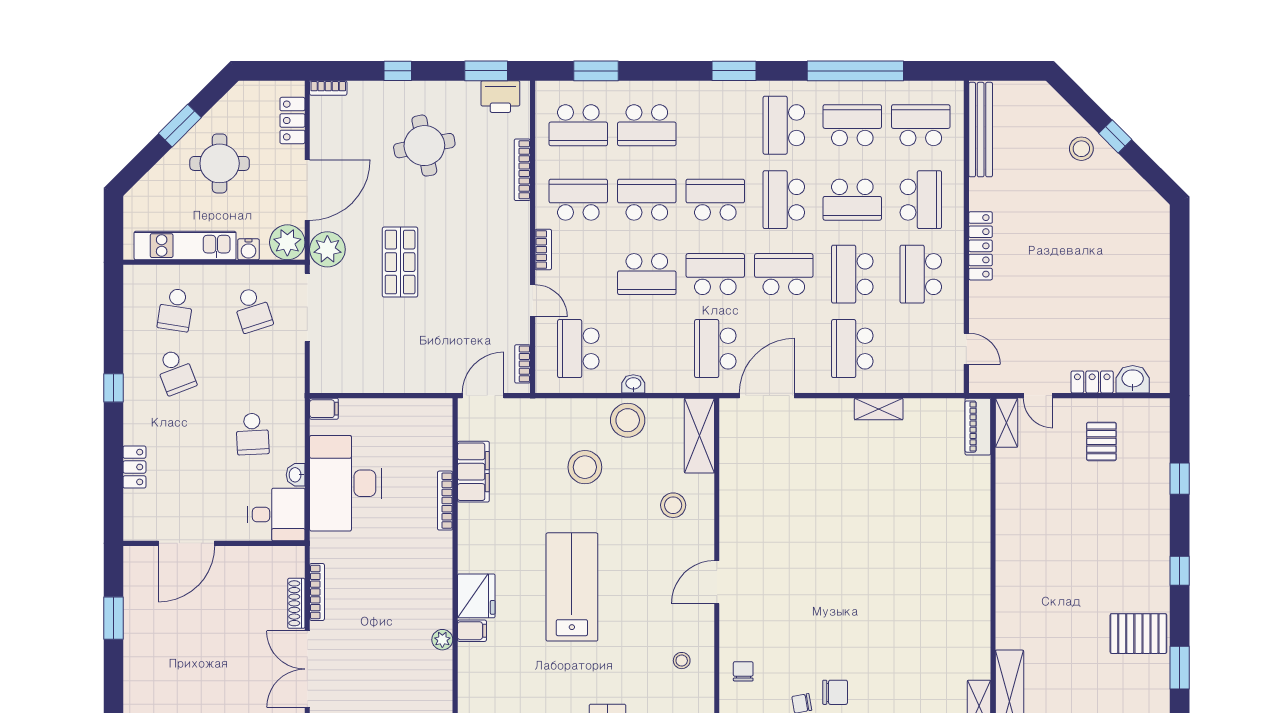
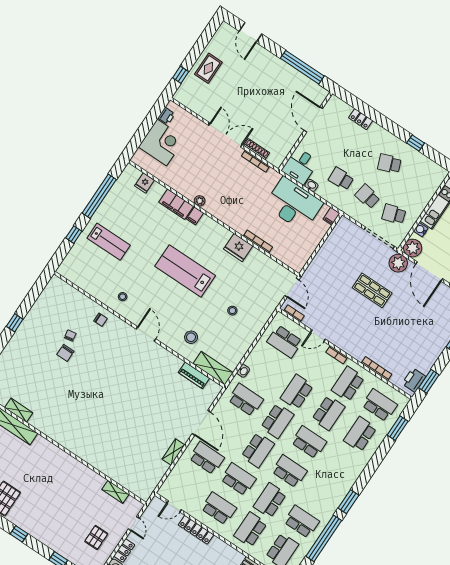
window: (734, 71) -> (348, 502), moved
school desk: (578, 125) -> (380, 405), turned 90
school desk: (784, 125) -> (321, 492), removed
school desk: (852, 125) -> (302, 522), turned -90
round table: (424, 146) -> (415, 334), removed
school desk: (578, 200) -> (348, 384), turned 180
school desk: (715, 200) -> (309, 442), turned -90
school desk: (921, 200) -> (250, 529), turned 90
locker: (981, 246) -> (196, 530), moved
school desk: (176, 310) -> (367, 196), moved
school desk: (578, 349) -> (285, 342), turned 180
washbasin: (633, 384) -> (243, 371), moved
window: (113, 388) -> (416, 143), moved
door: (767, 396) -> (201, 423), moved
door: (1038, 396) -> (134, 524), swing flipped
stool: (628, 420) -> (240, 342), removed
shelving: (1007, 423) -> (115, 492), moved
piano: (978, 427) -> (194, 375), moved, turned 180
pallet: (1101, 441) -> (96, 537), turned 90
stool: (585, 467) -> (232, 311), width x0.53, depth x0.53
filing cabinet: (473, 472) -> (176, 204), moved
lab bench: (572, 587) -> (185, 271), turned 180
fridge: (476, 596) -> (238, 248), moved
window: (113, 618) -> (302, 67), width x2.11

